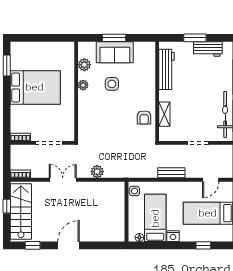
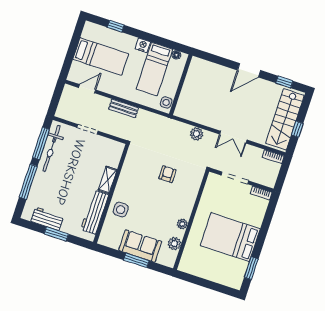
side table: (112, 84) -> (121, 210), moved
shelving: (164, 114) -> (108, 180), moved
armchair: (144, 117) -> (167, 174), moved

